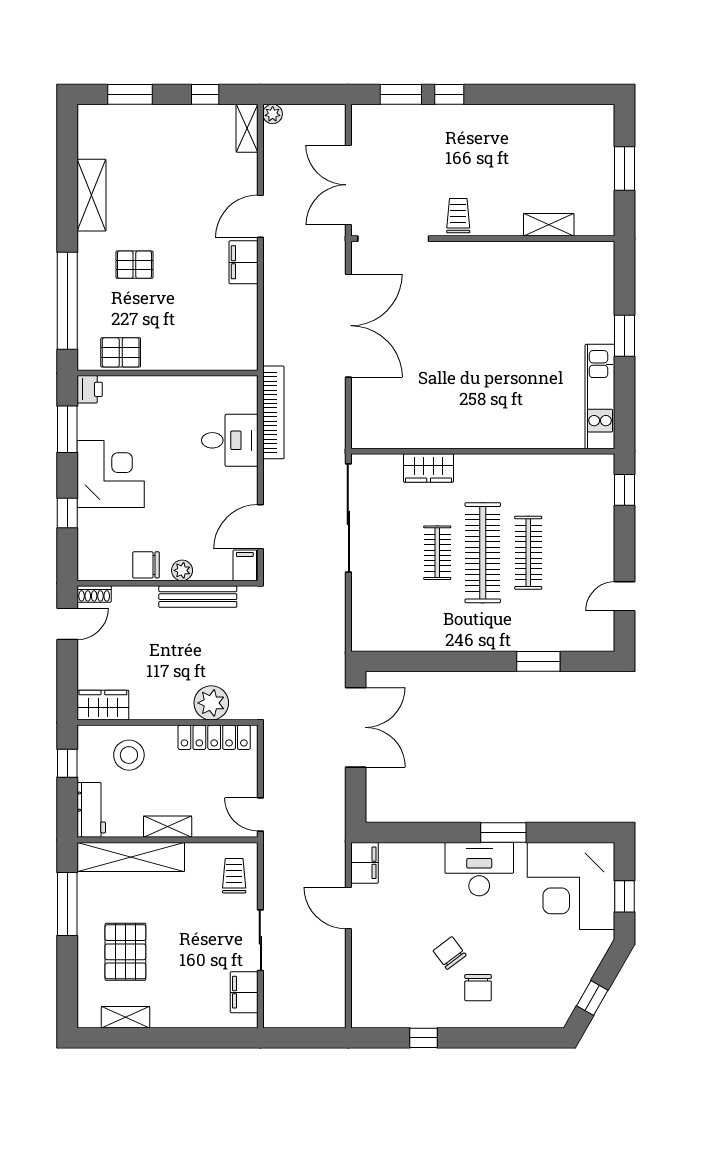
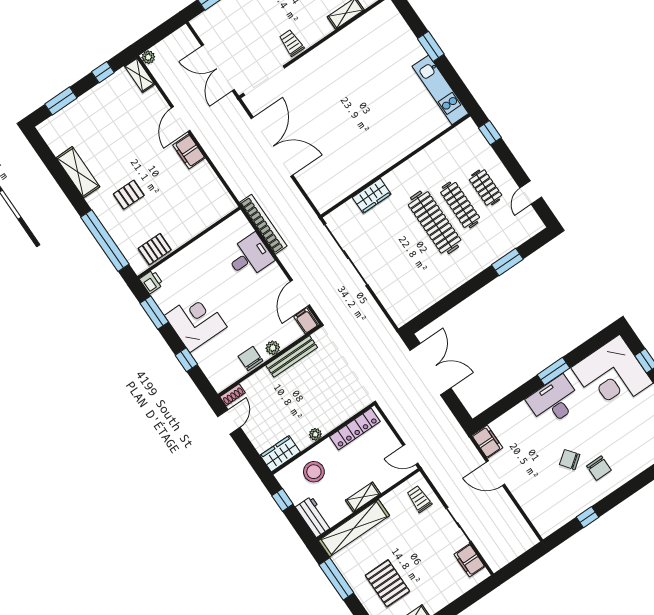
clothes rail: (437, 553) -> (486, 188), moved
chair: (146, 565) -> (250, 358), turned 90
plant: (211, 703) -> (315, 434), moved, width x0.53, depth x0.53

